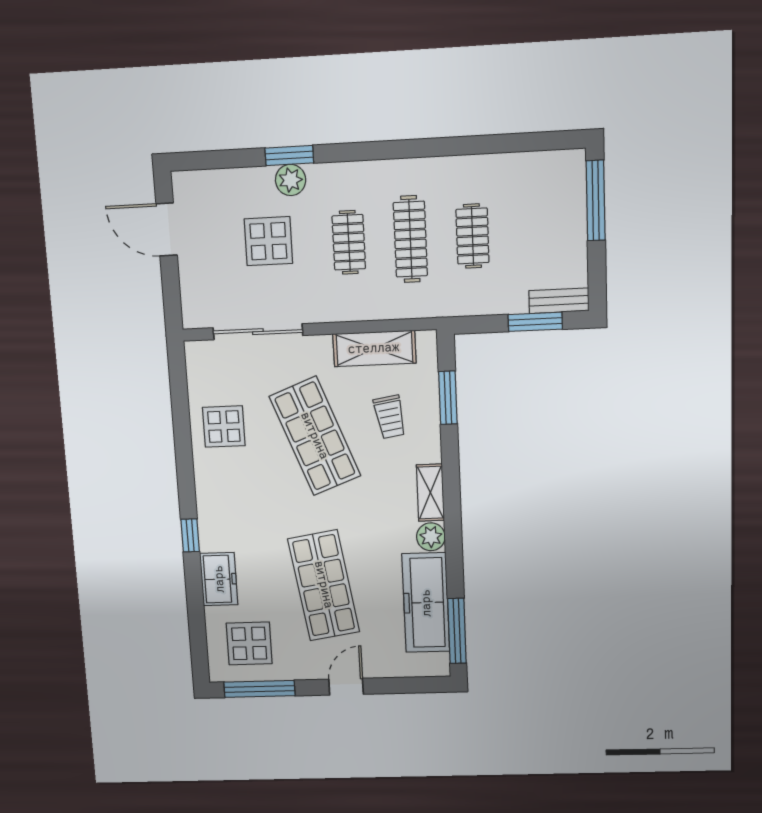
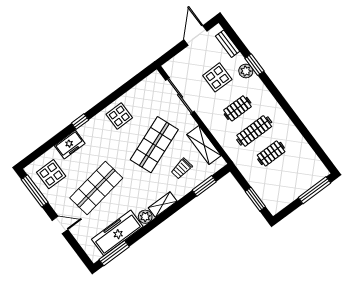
bench: (559, 301) -> (228, 44), moved
display table: (224, 427) -> (119, 116), moved

